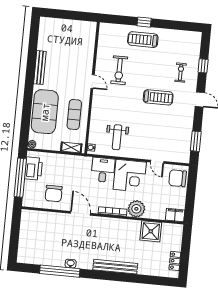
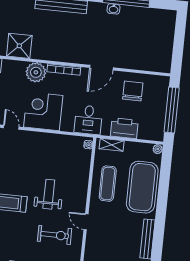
exercise bike: (119, 70) -> (55, 235), turned 90
weight bench: (117, 137) -> (49, 194), moved
printer: (34, 169) -> (124, 128), moved, turned 90
desk: (103, 170) -> (88, 120), moved
door: (80, 213) -> (101, 68), hinge flipped

